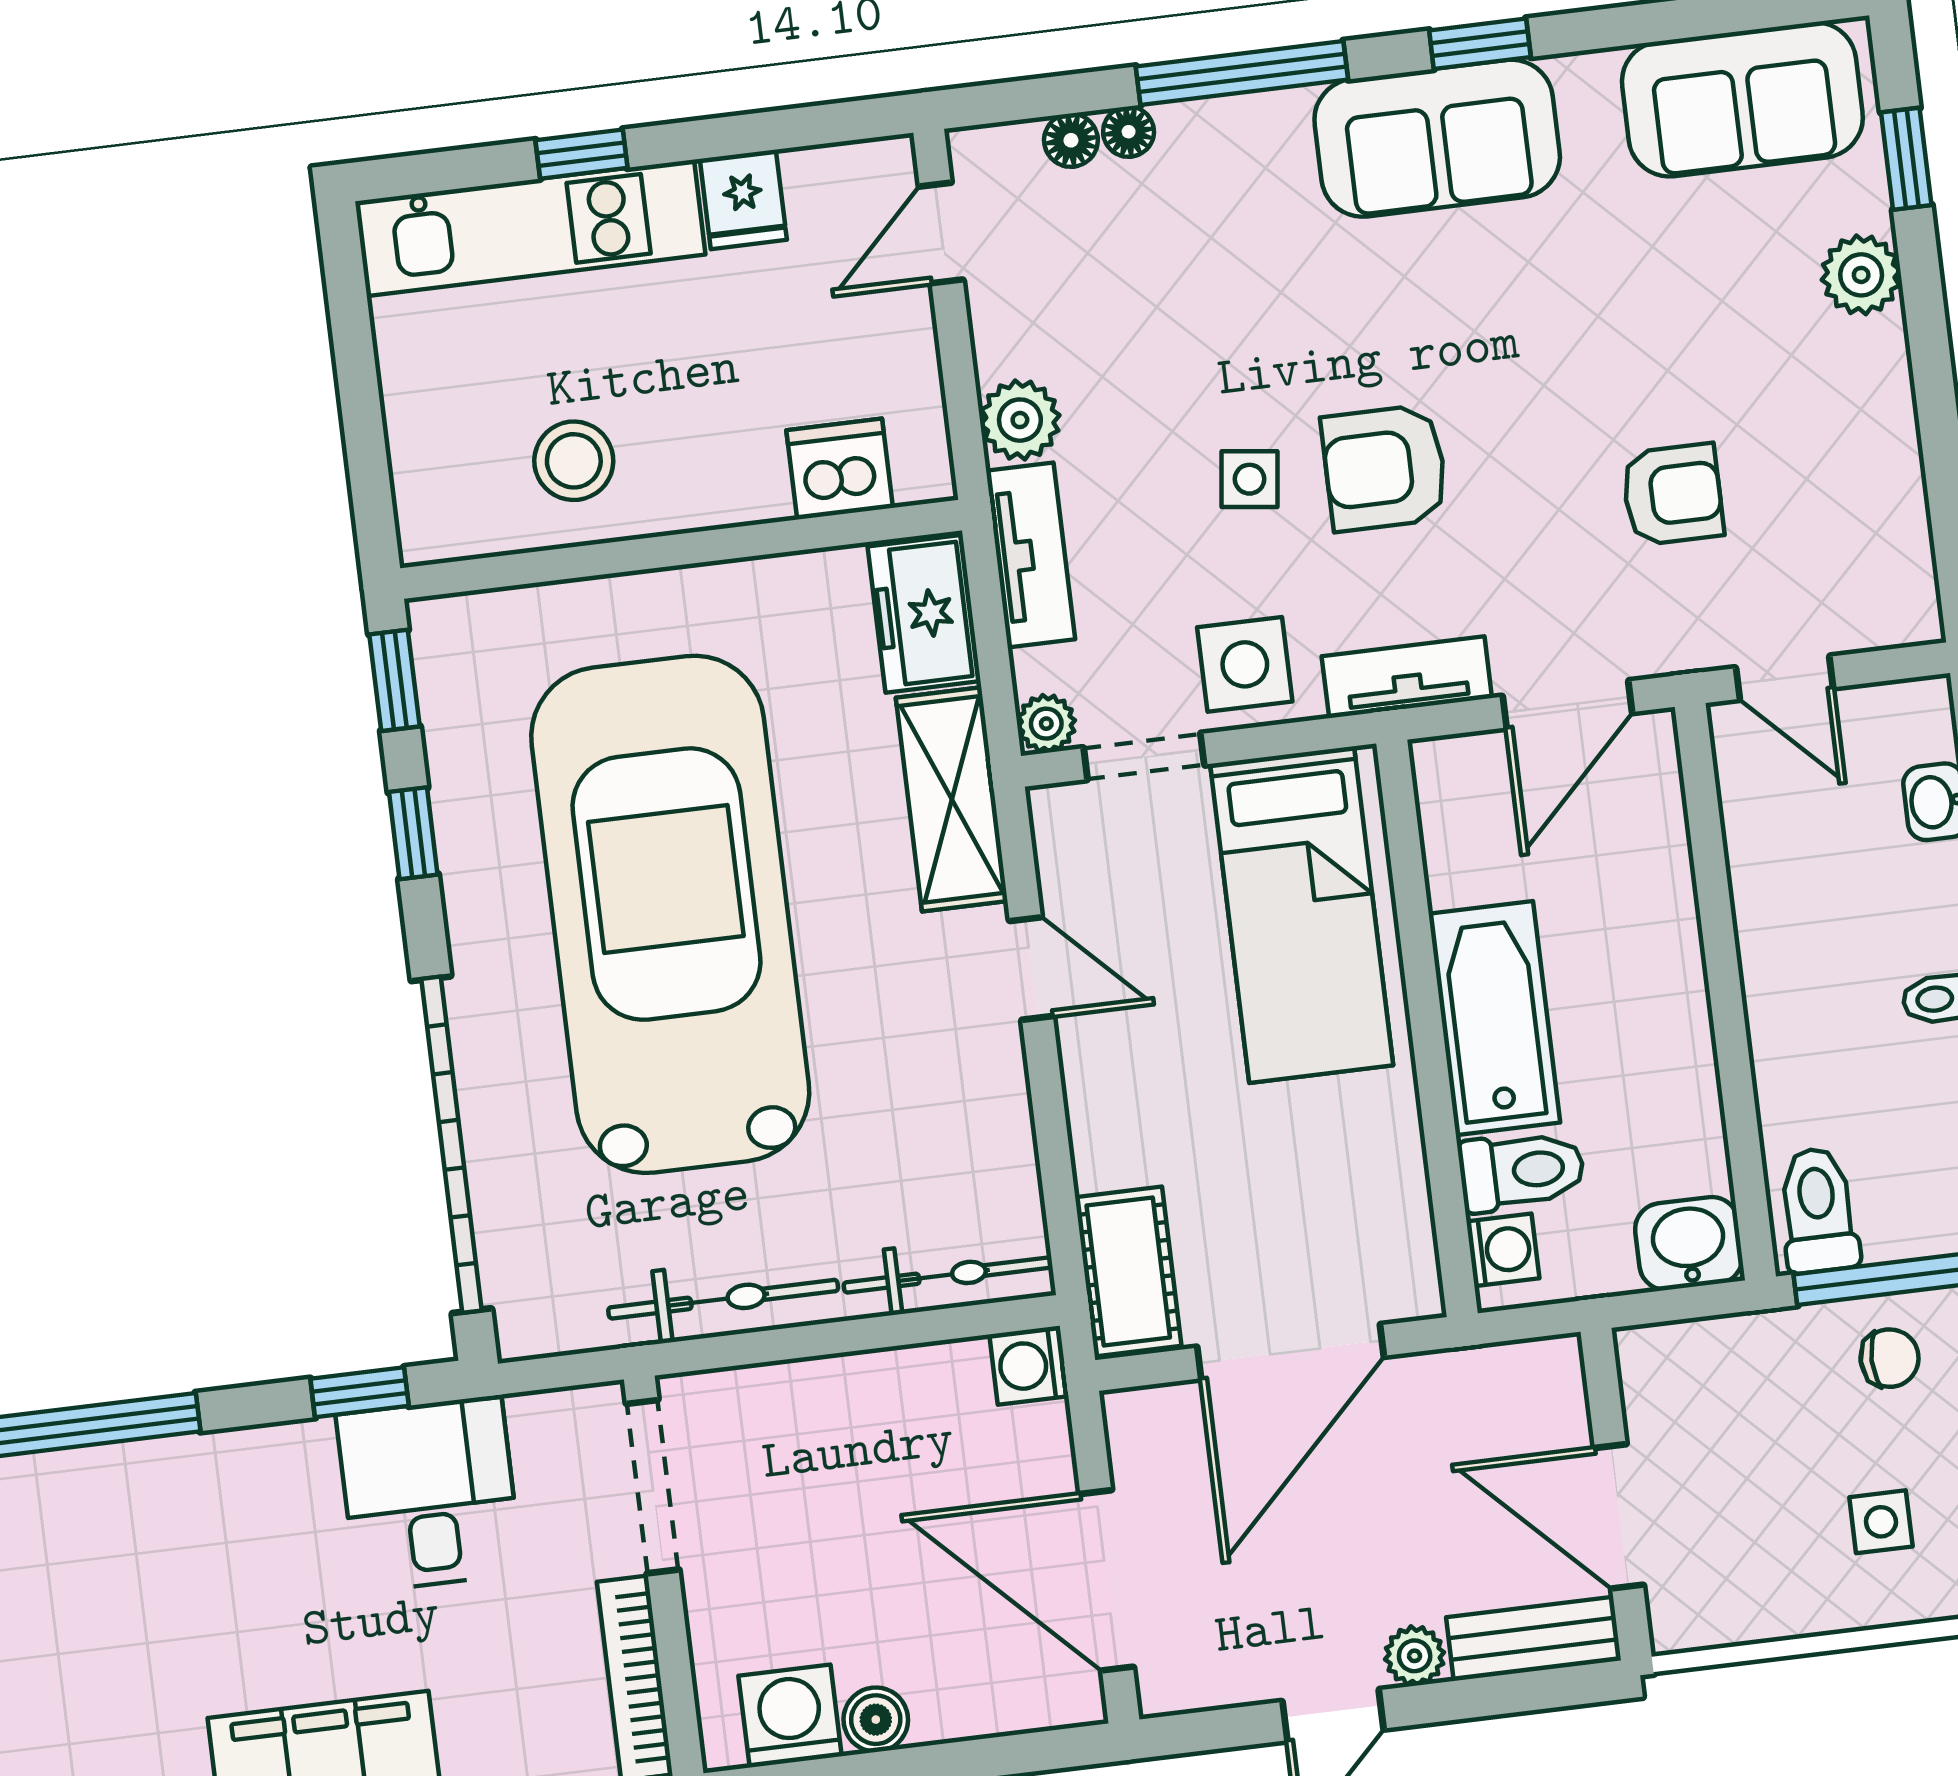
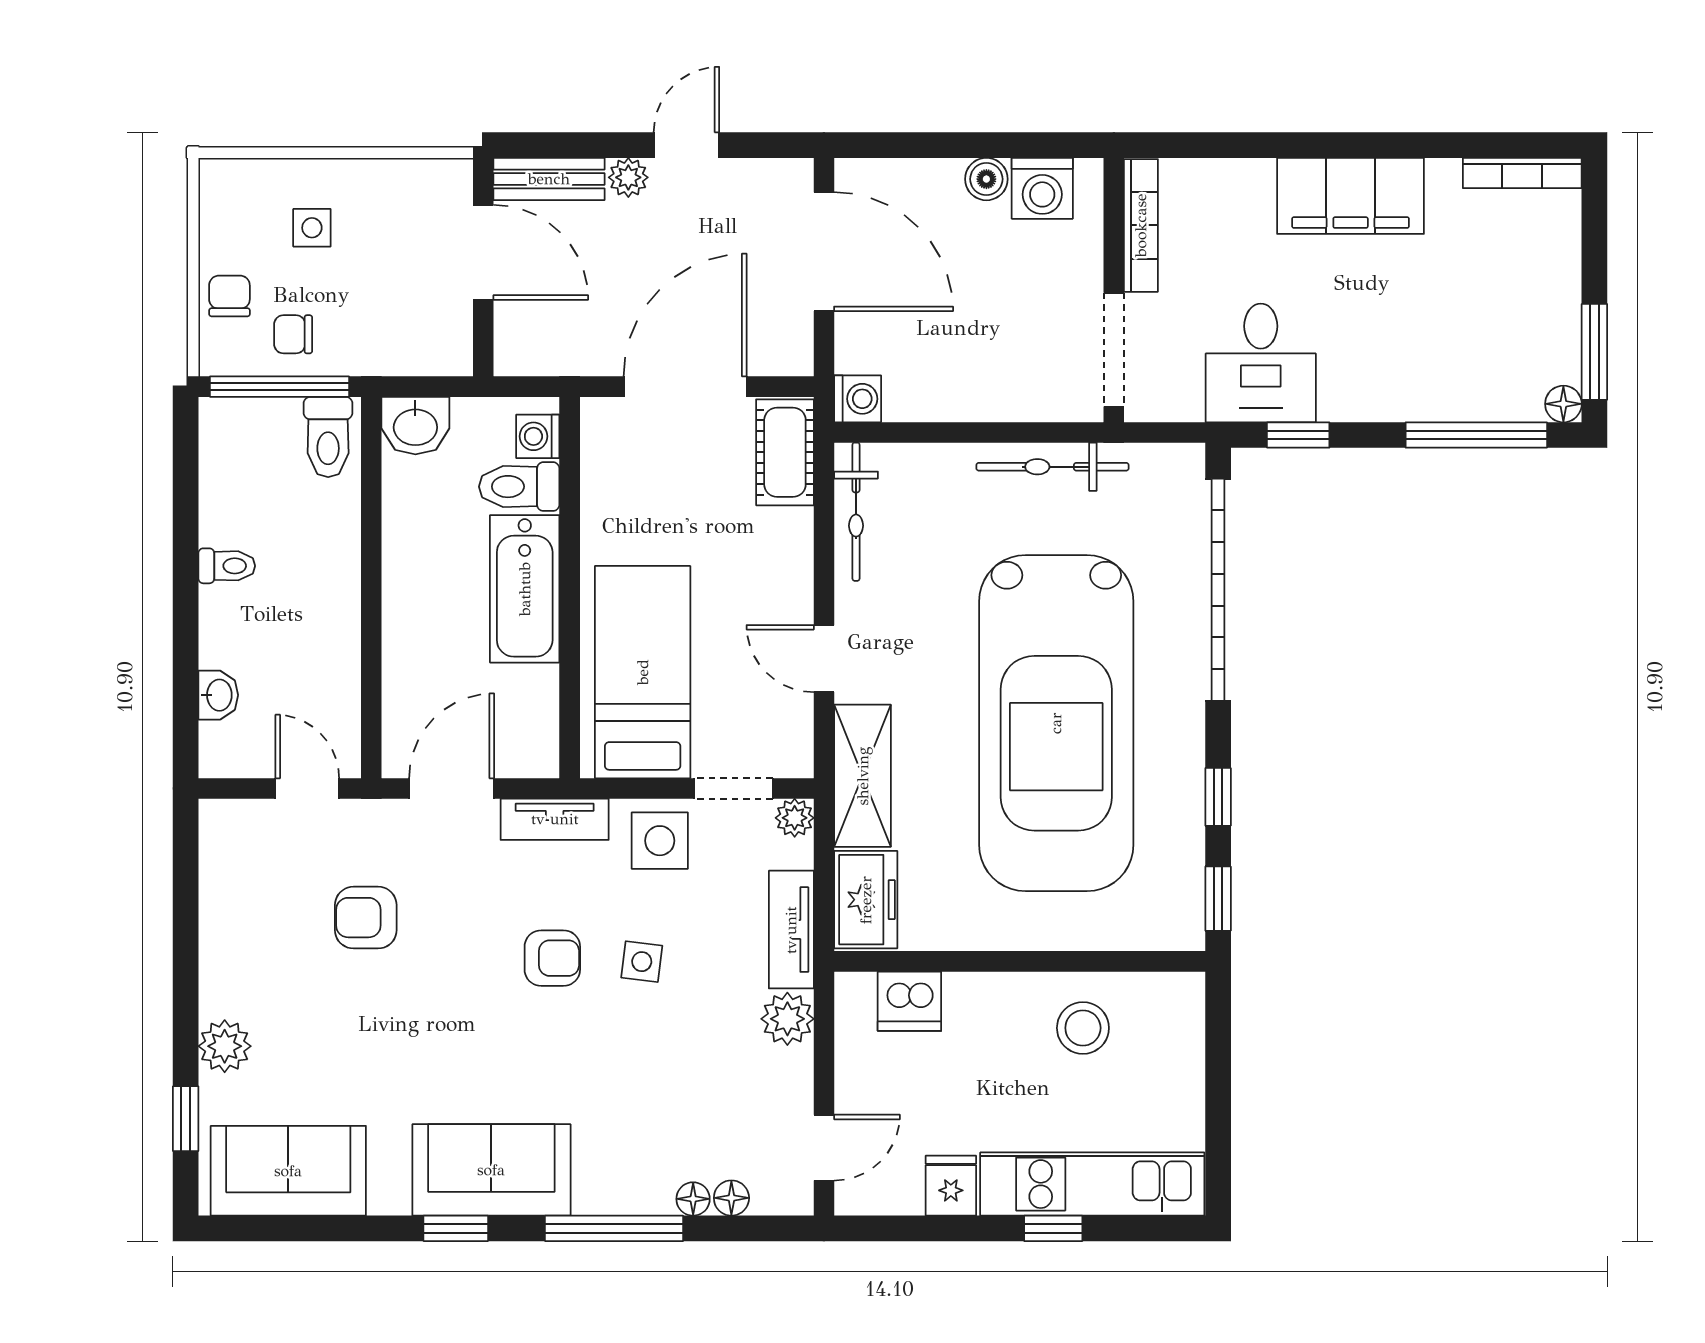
armchair: (1385, 468) -> (552, 958), width x0.72, depth x0.72
bicycle: (948, 1275) -> (856, 512), moved, turned -90

